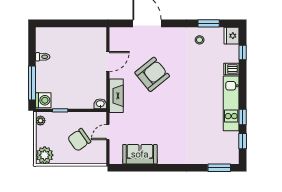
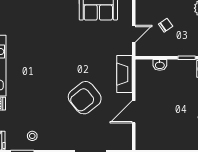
washbasin: (100, 104) -> (160, 65), moved
chair: (79, 140) -> (166, 25), width x0.54, depth x0.54

